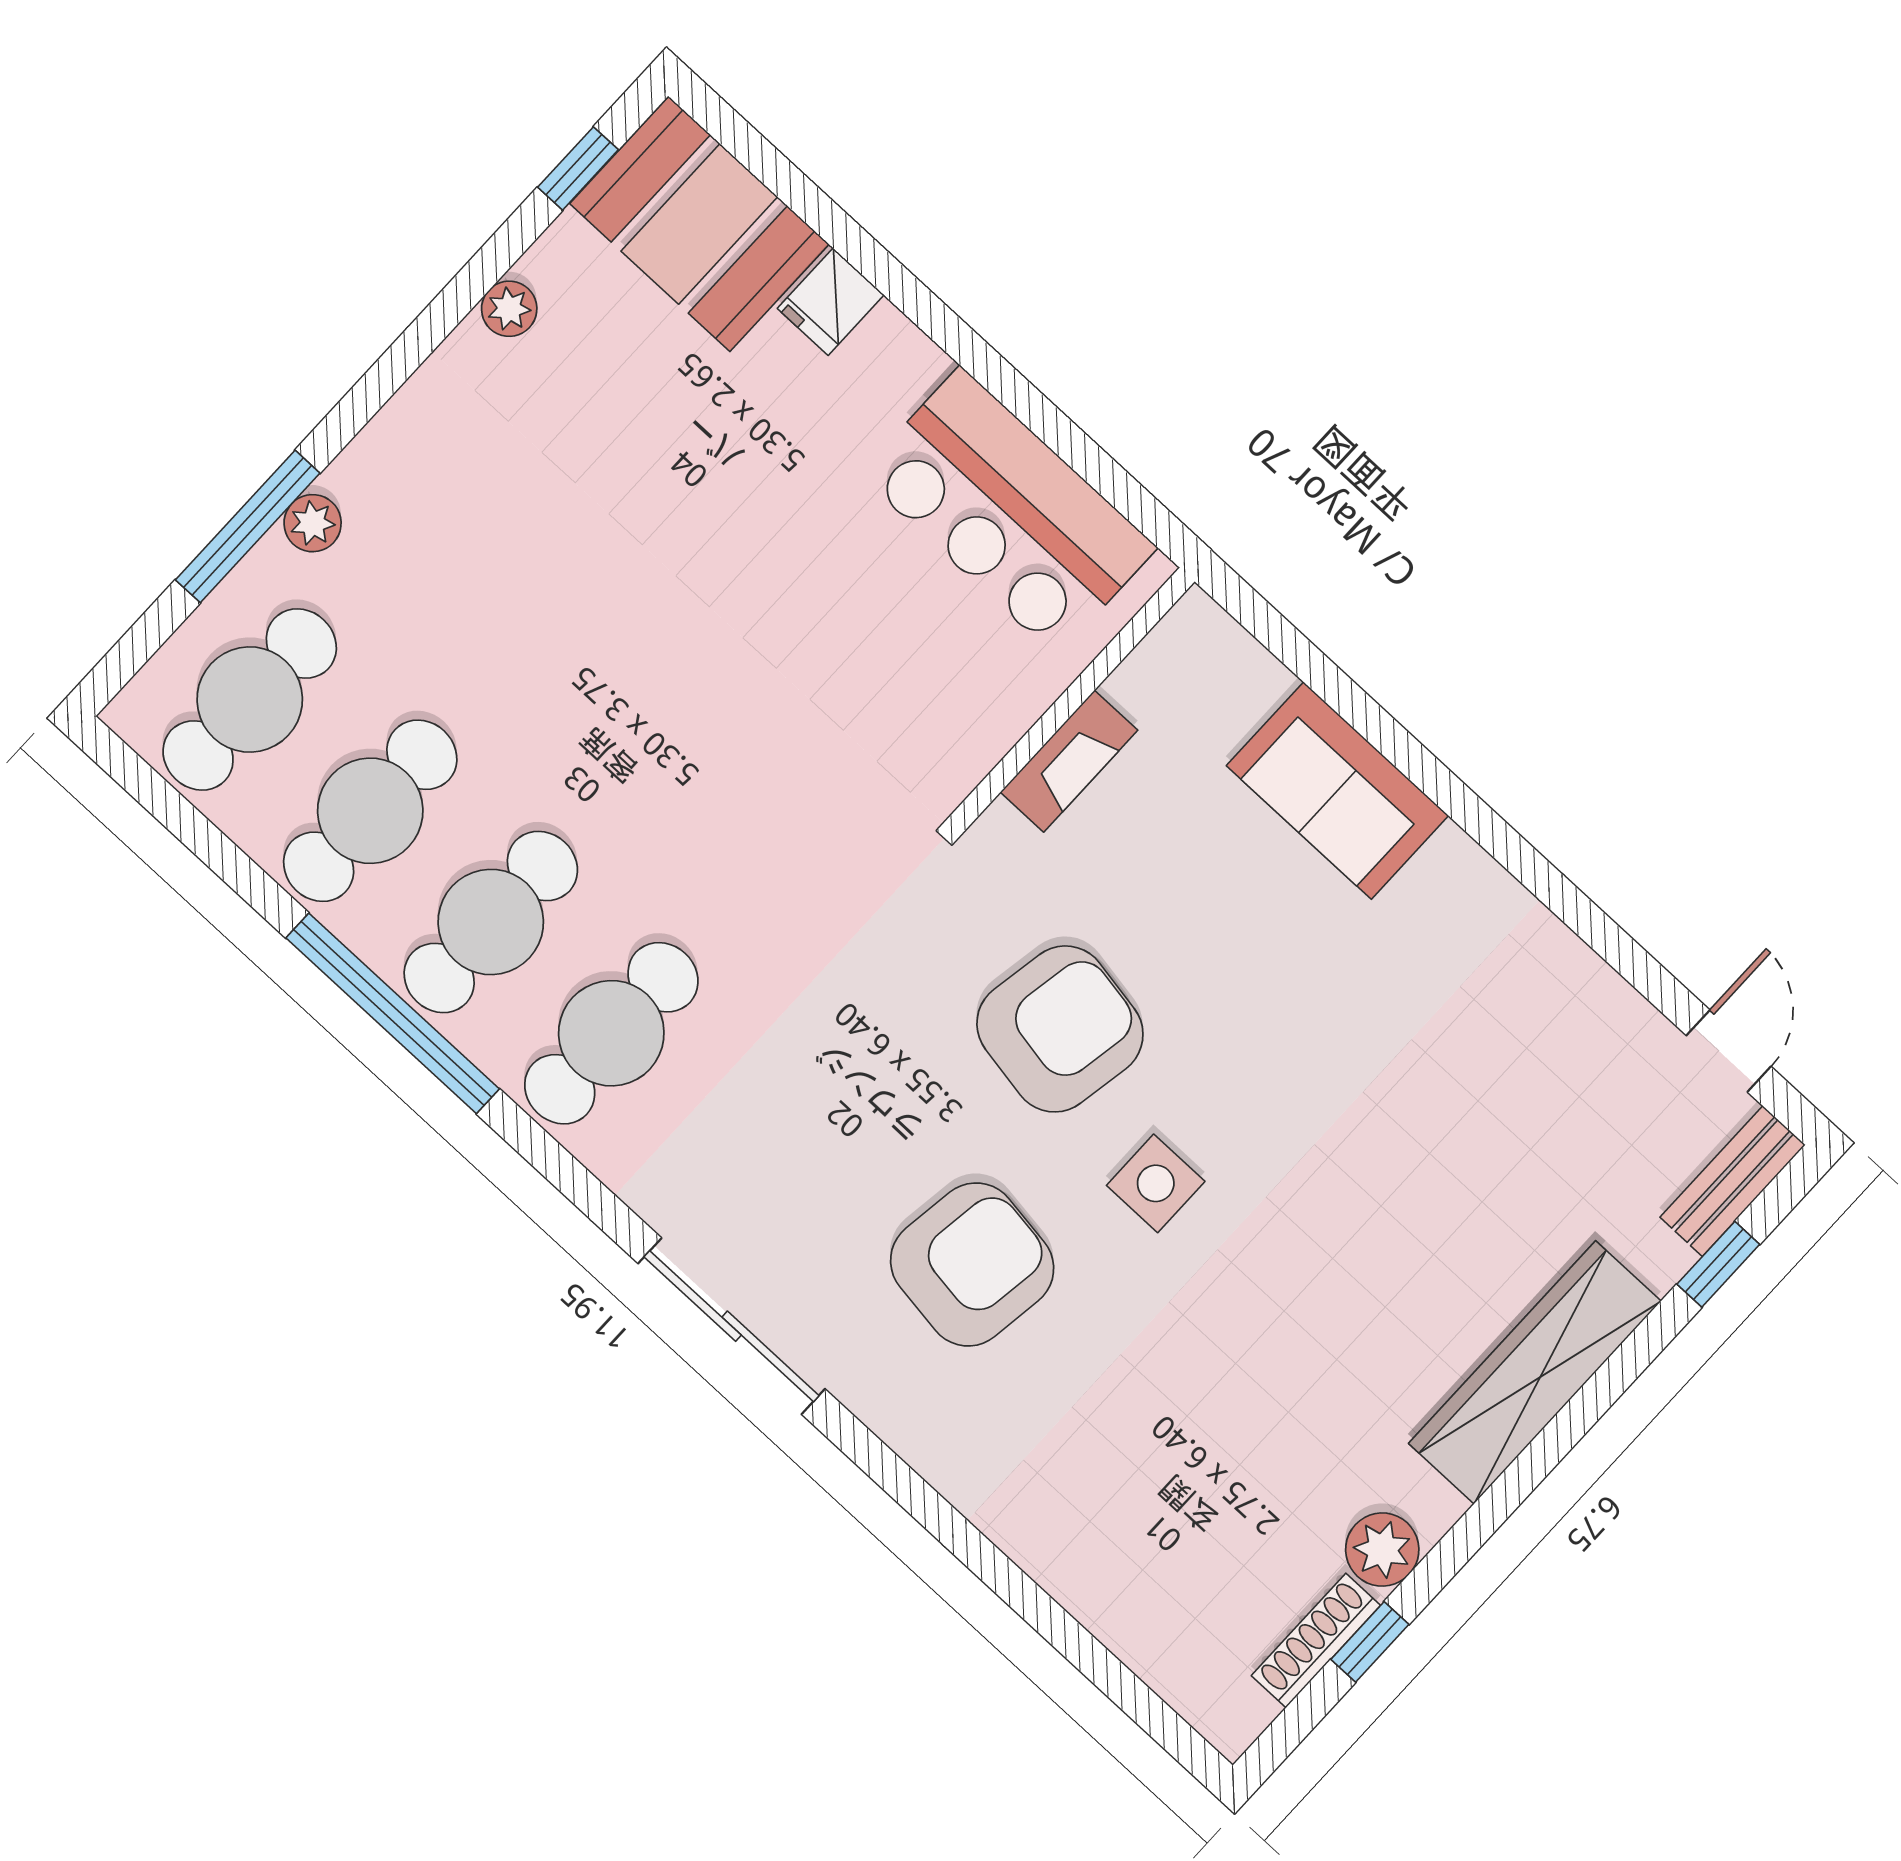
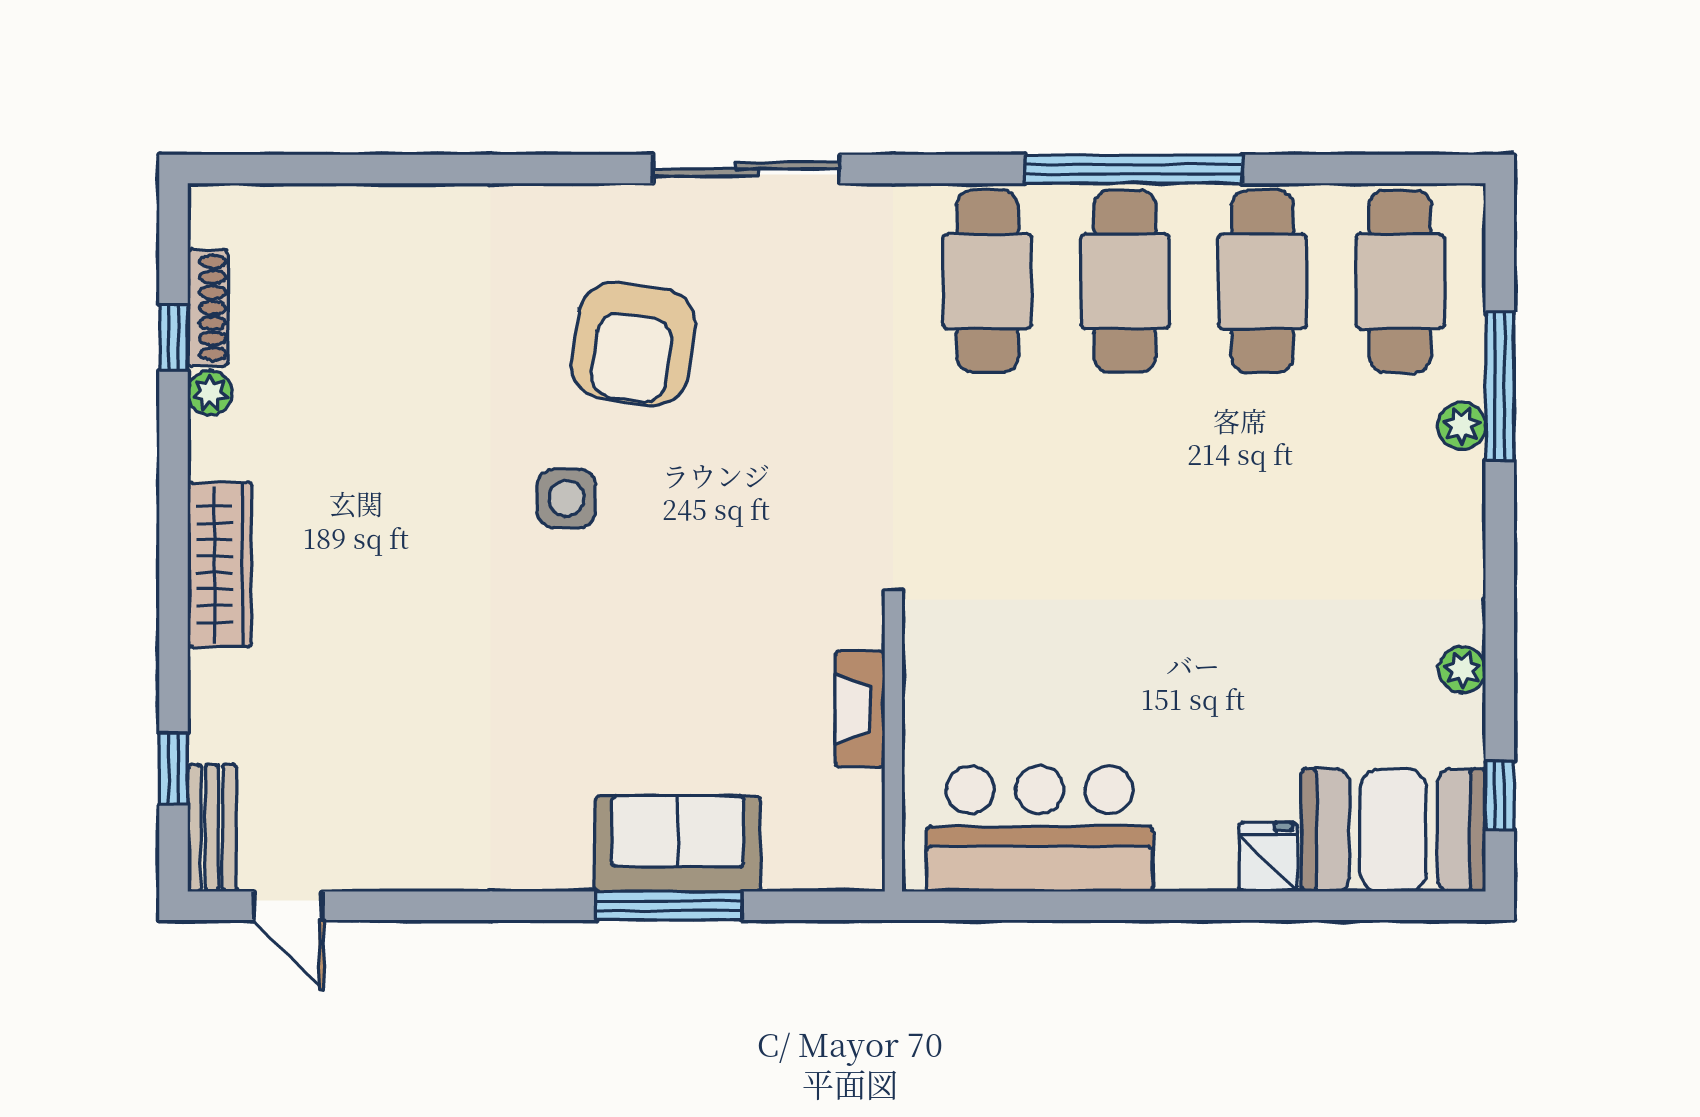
window: (1396, 744) -> (669, 906), added
armchair: (1060, 1029) -> (713, 539), removed
wardrobe: (1535, 1372) -> (220, 564), width x0.71, depth x0.85
plant: (1382, 1550) -> (210, 393), width x0.73, depth x0.73

